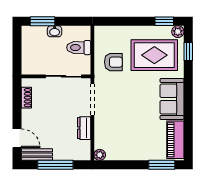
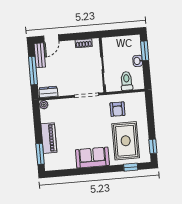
plant: (178, 32) -> (146, 158), removed
dresser: (84, 128) -> (48, 92), moved
piano: (175, 140) -> (49, 138), moved, turned 90

